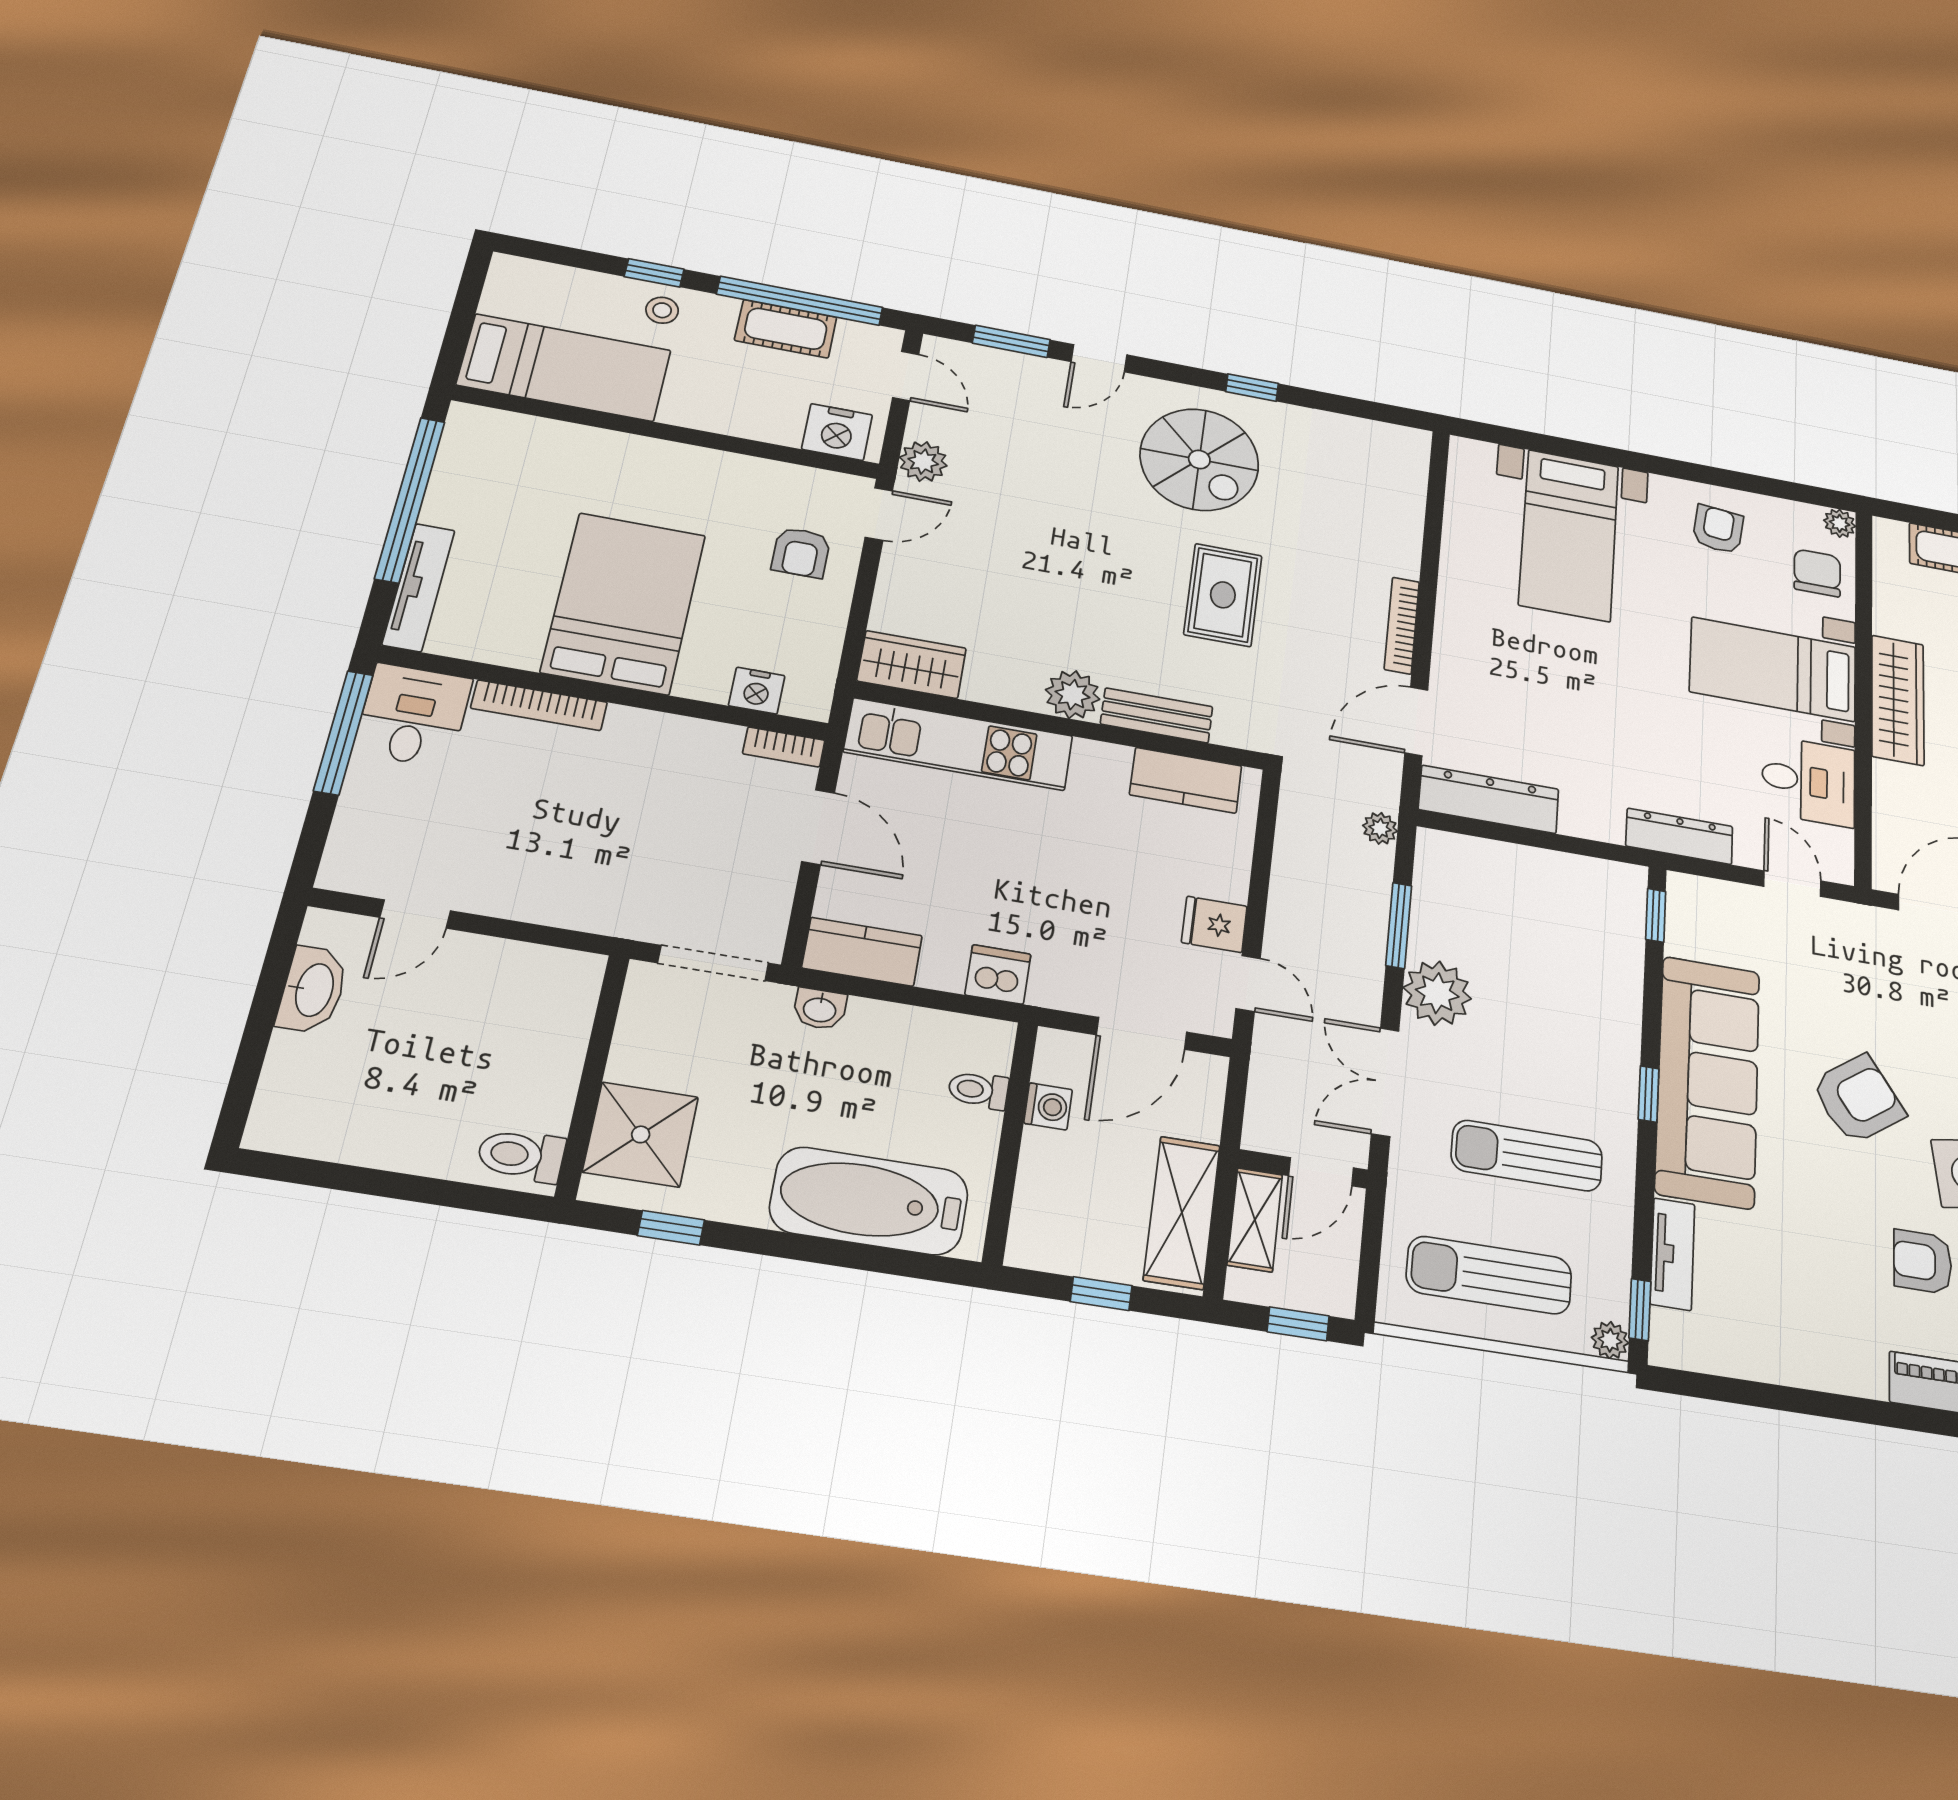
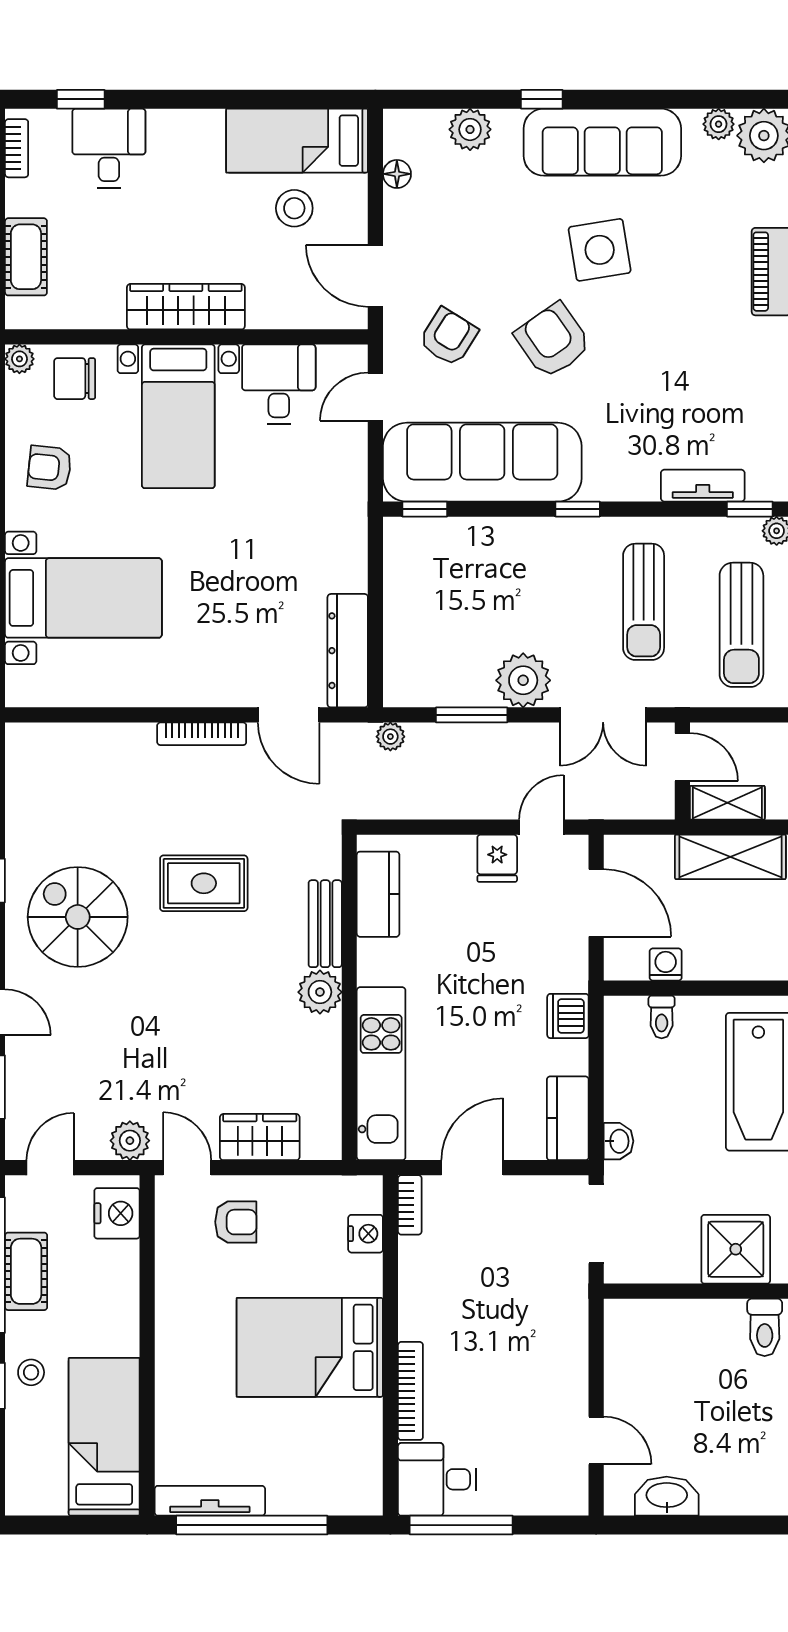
spiral stairs: (1199, 459) -> (78, 917), turned -90
tv unit: (419, 587) -> (210, 1501), moved
wardrobe: (912, 665) -> (260, 1137), moved, turned 90
dresser: (1679, 836) -> (351, 492), removed
sofa: (1708, 1081) -> (482, 462), moved
armchair: (1923, 1262) -> (448, 337), moved, turned -148

